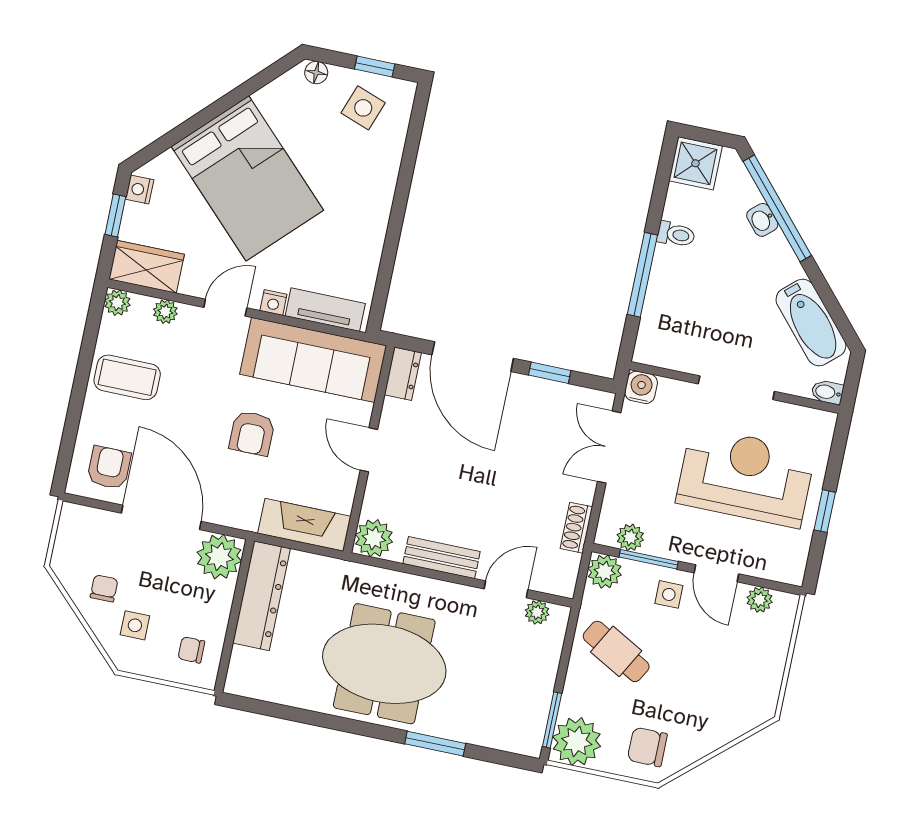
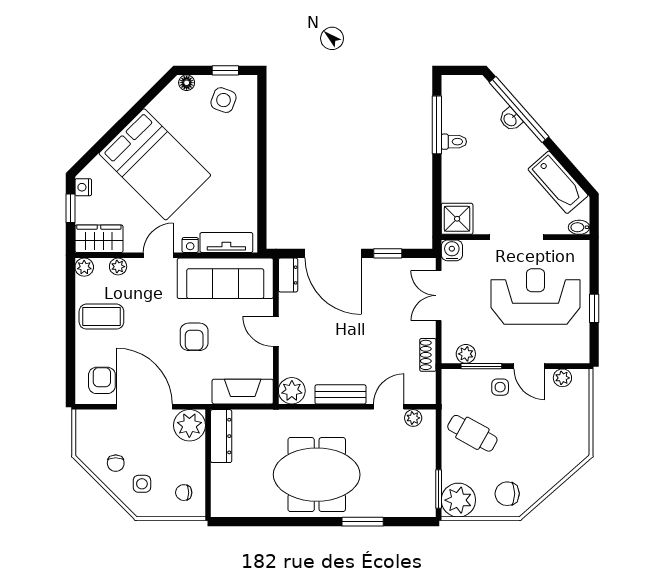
shower: (695, 163) -> (457, 219), moved
window: (642, 275) -> (437, 125), moved
plant: (605, 572) -> (453, 381), removed
chair: (104, 588) -> (116, 463), turned 180
dresser: (261, 596) -> (221, 436), width x0.73, depth x0.80

